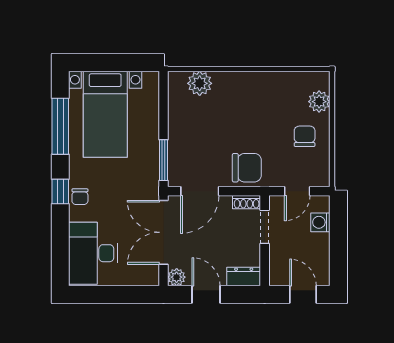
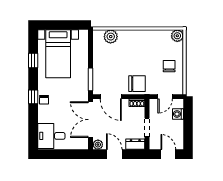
plant: (319, 102) -> (177, 36), moved
window: (60, 126) -> (33, 60), width x0.46
door: (200, 191) -> (111, 97), hinge flipped
doorway: (265, 227) -> (147, 127), moved
desk: (93, 253) -> (51, 136), width x0.73

